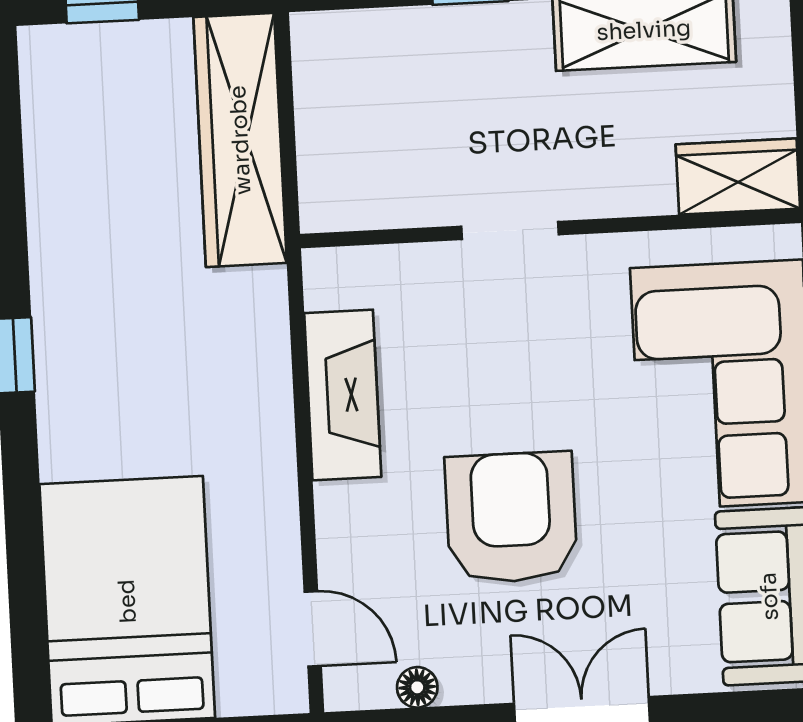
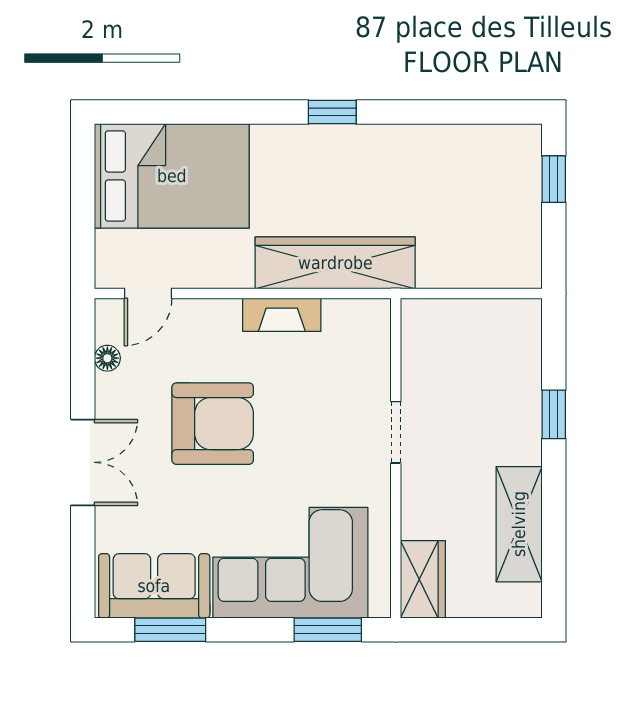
wardrobe: (240, 140) -> (335, 263), moved
fireplace: (343, 395) -> (282, 315), width x0.73, depth x0.76

